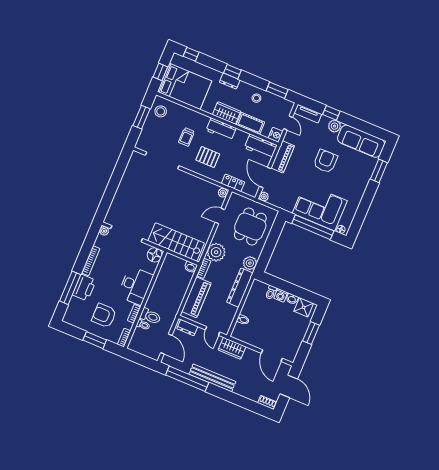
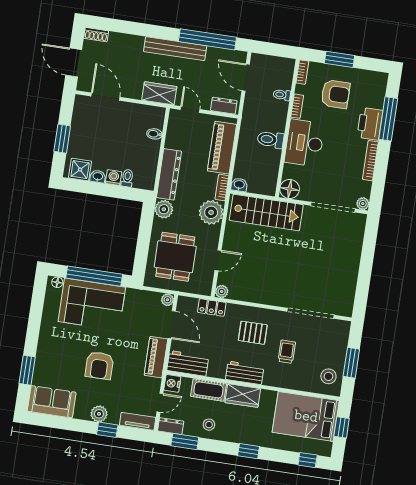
dresser: (230, 81) -> (171, 426), moved
door: (288, 123) -> (160, 403), swing flipped
sofa: (361, 141) -> (52, 402), width x0.73
toilet: (150, 316) -> (271, 140), moved

